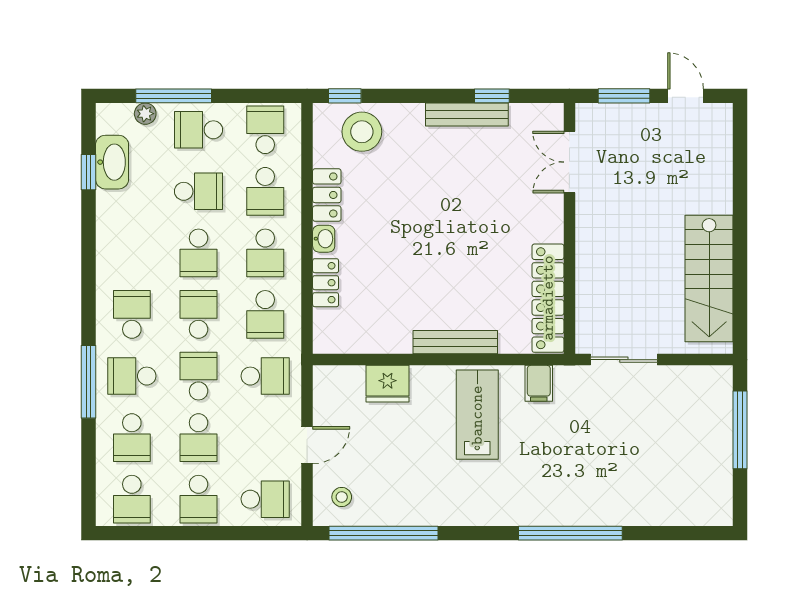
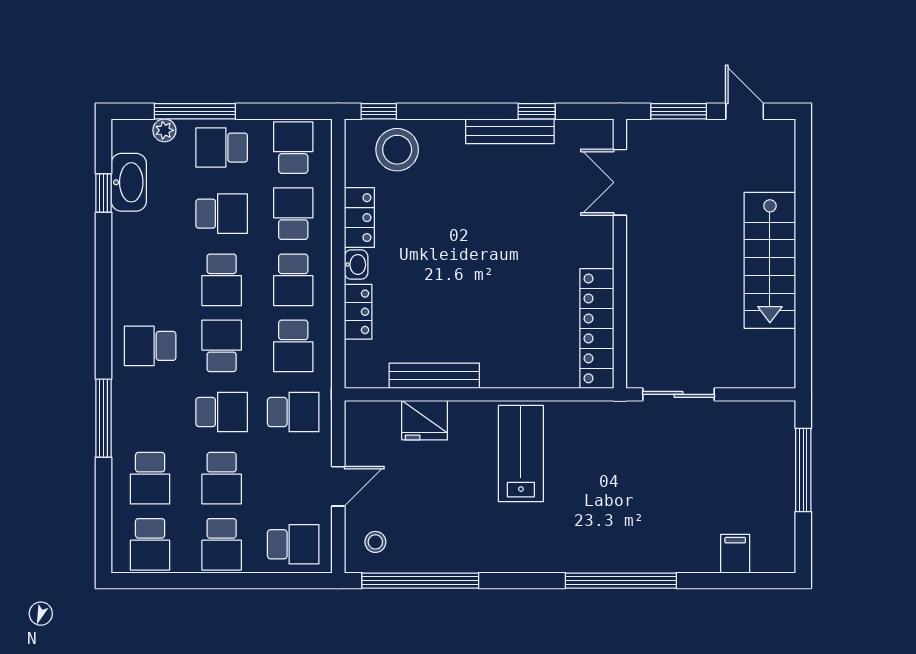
school desk: (265, 191) -> (293, 214), turned 180
stairs: (709, 278) -> (770, 260), moved
school desk: (132, 314) -> (150, 346), turned -90
bench: (455, 342) -> (434, 376), moved
school desk: (132, 376) -> (150, 412), removed
school desk: (199, 376) -> (222, 412), turned 90
filing cabinet: (539, 383) -> (735, 554), moved, turned 180

